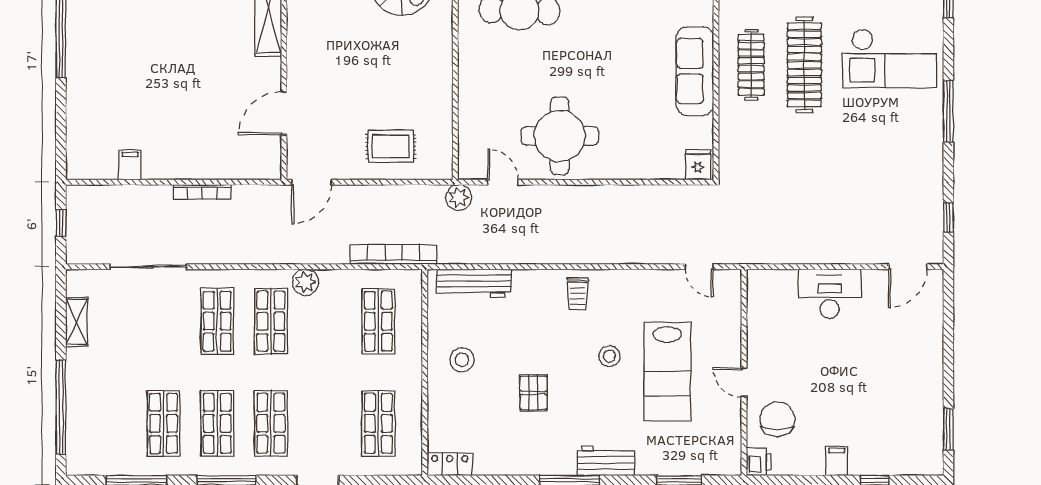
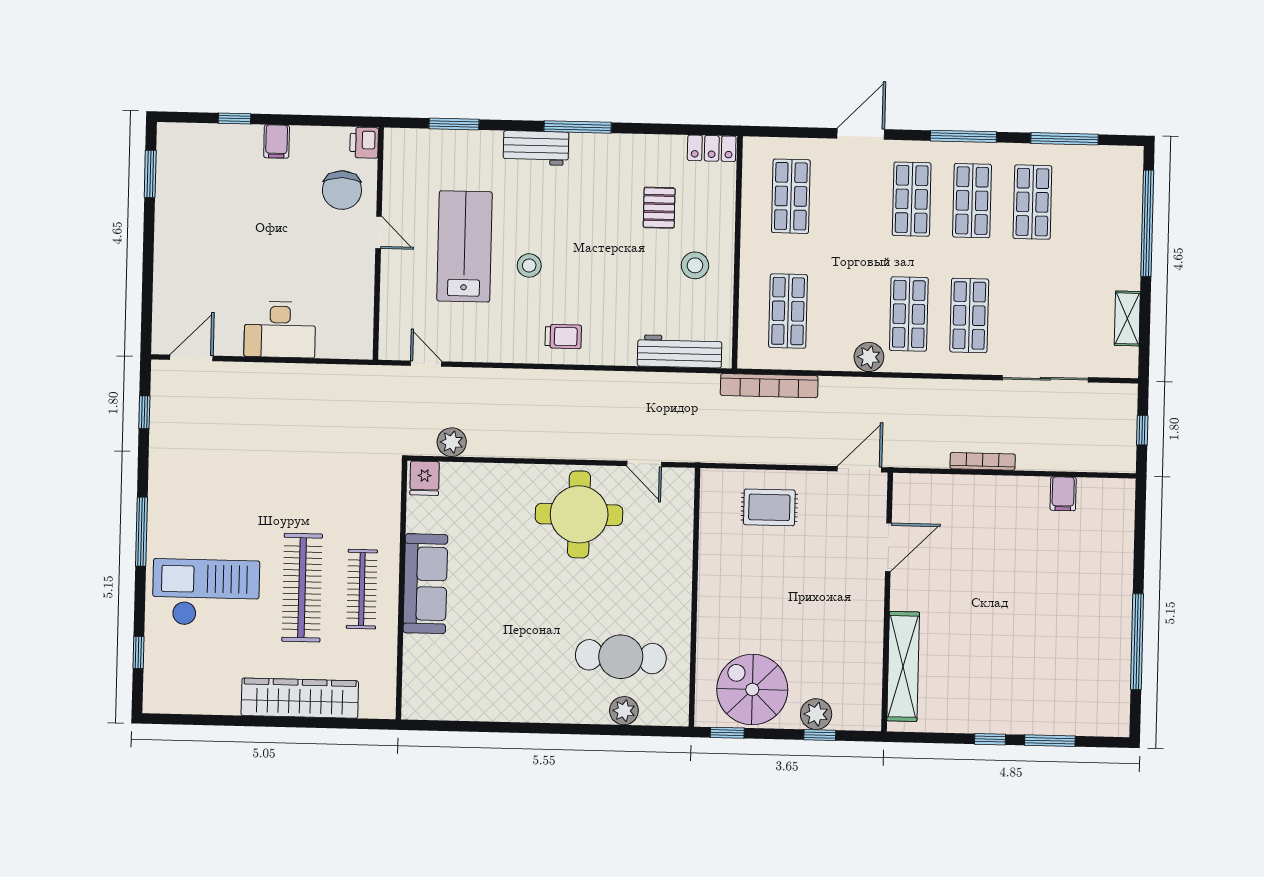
plant: (459, 197) -> (452, 442), moved
trolley: (578, 294) -> (563, 336), turned 90
pallet: (534, 393) -> (659, 208), moved

